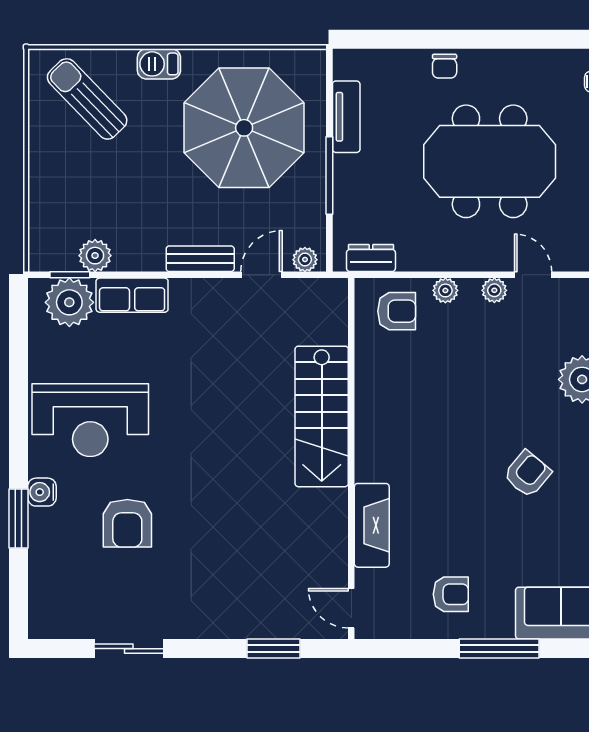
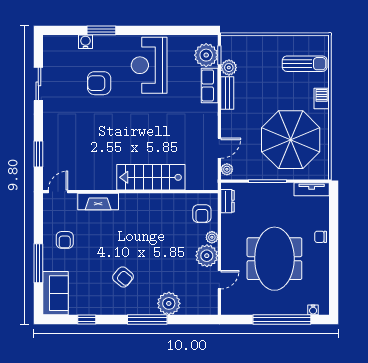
sun lounger: (87, 99) -> (305, 64), turned 44
tv unit: (346, 117) -> (312, 189), moved
bench: (200, 259) -> (227, 93), moved
door: (262, 275) -> (219, 148), hinge flipped
plant: (494, 290) -> (207, 256), width x1.88, depth x1.88
water cooler: (42, 492) -> (85, 42), moved

